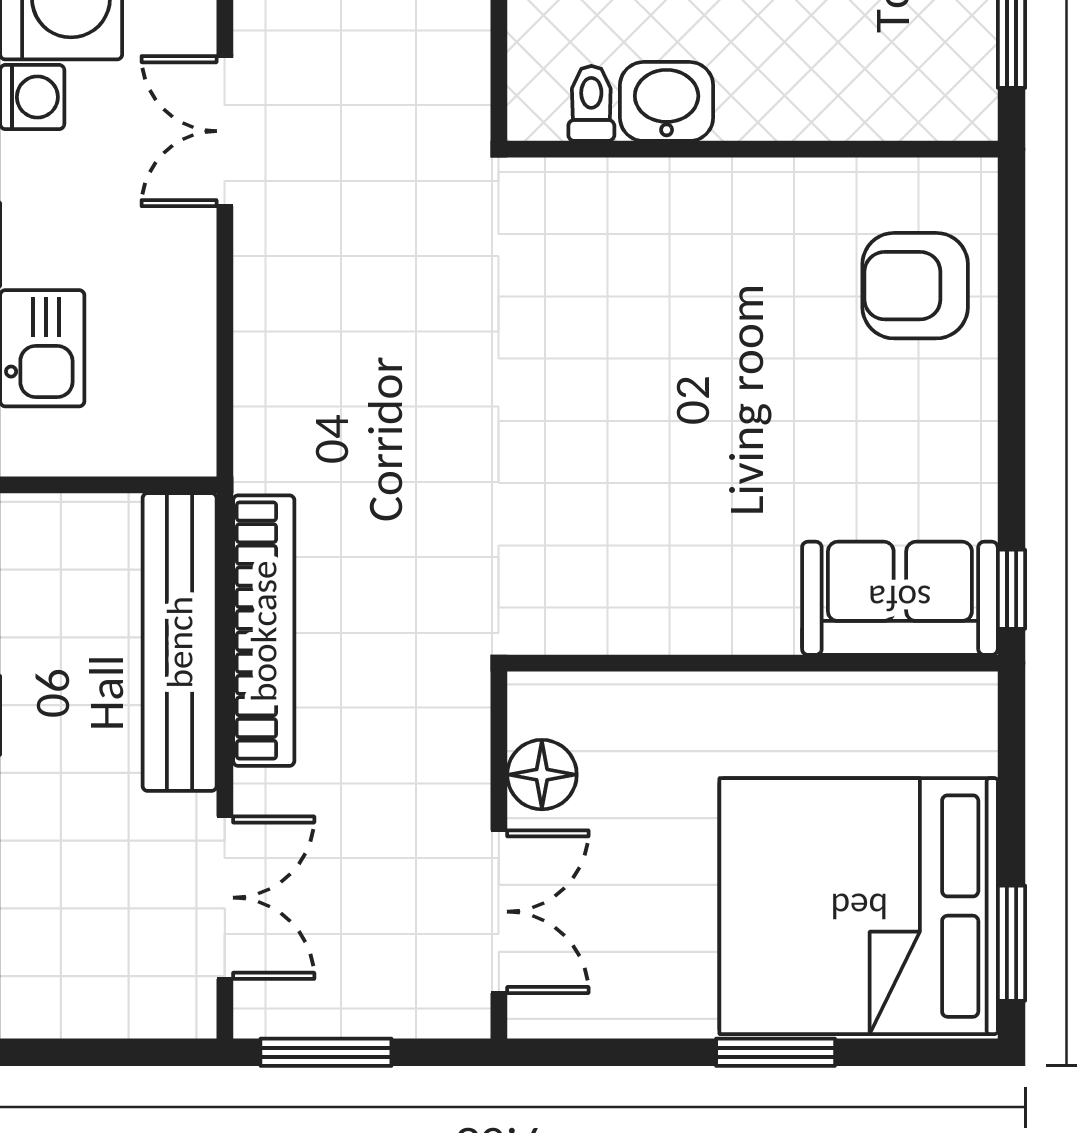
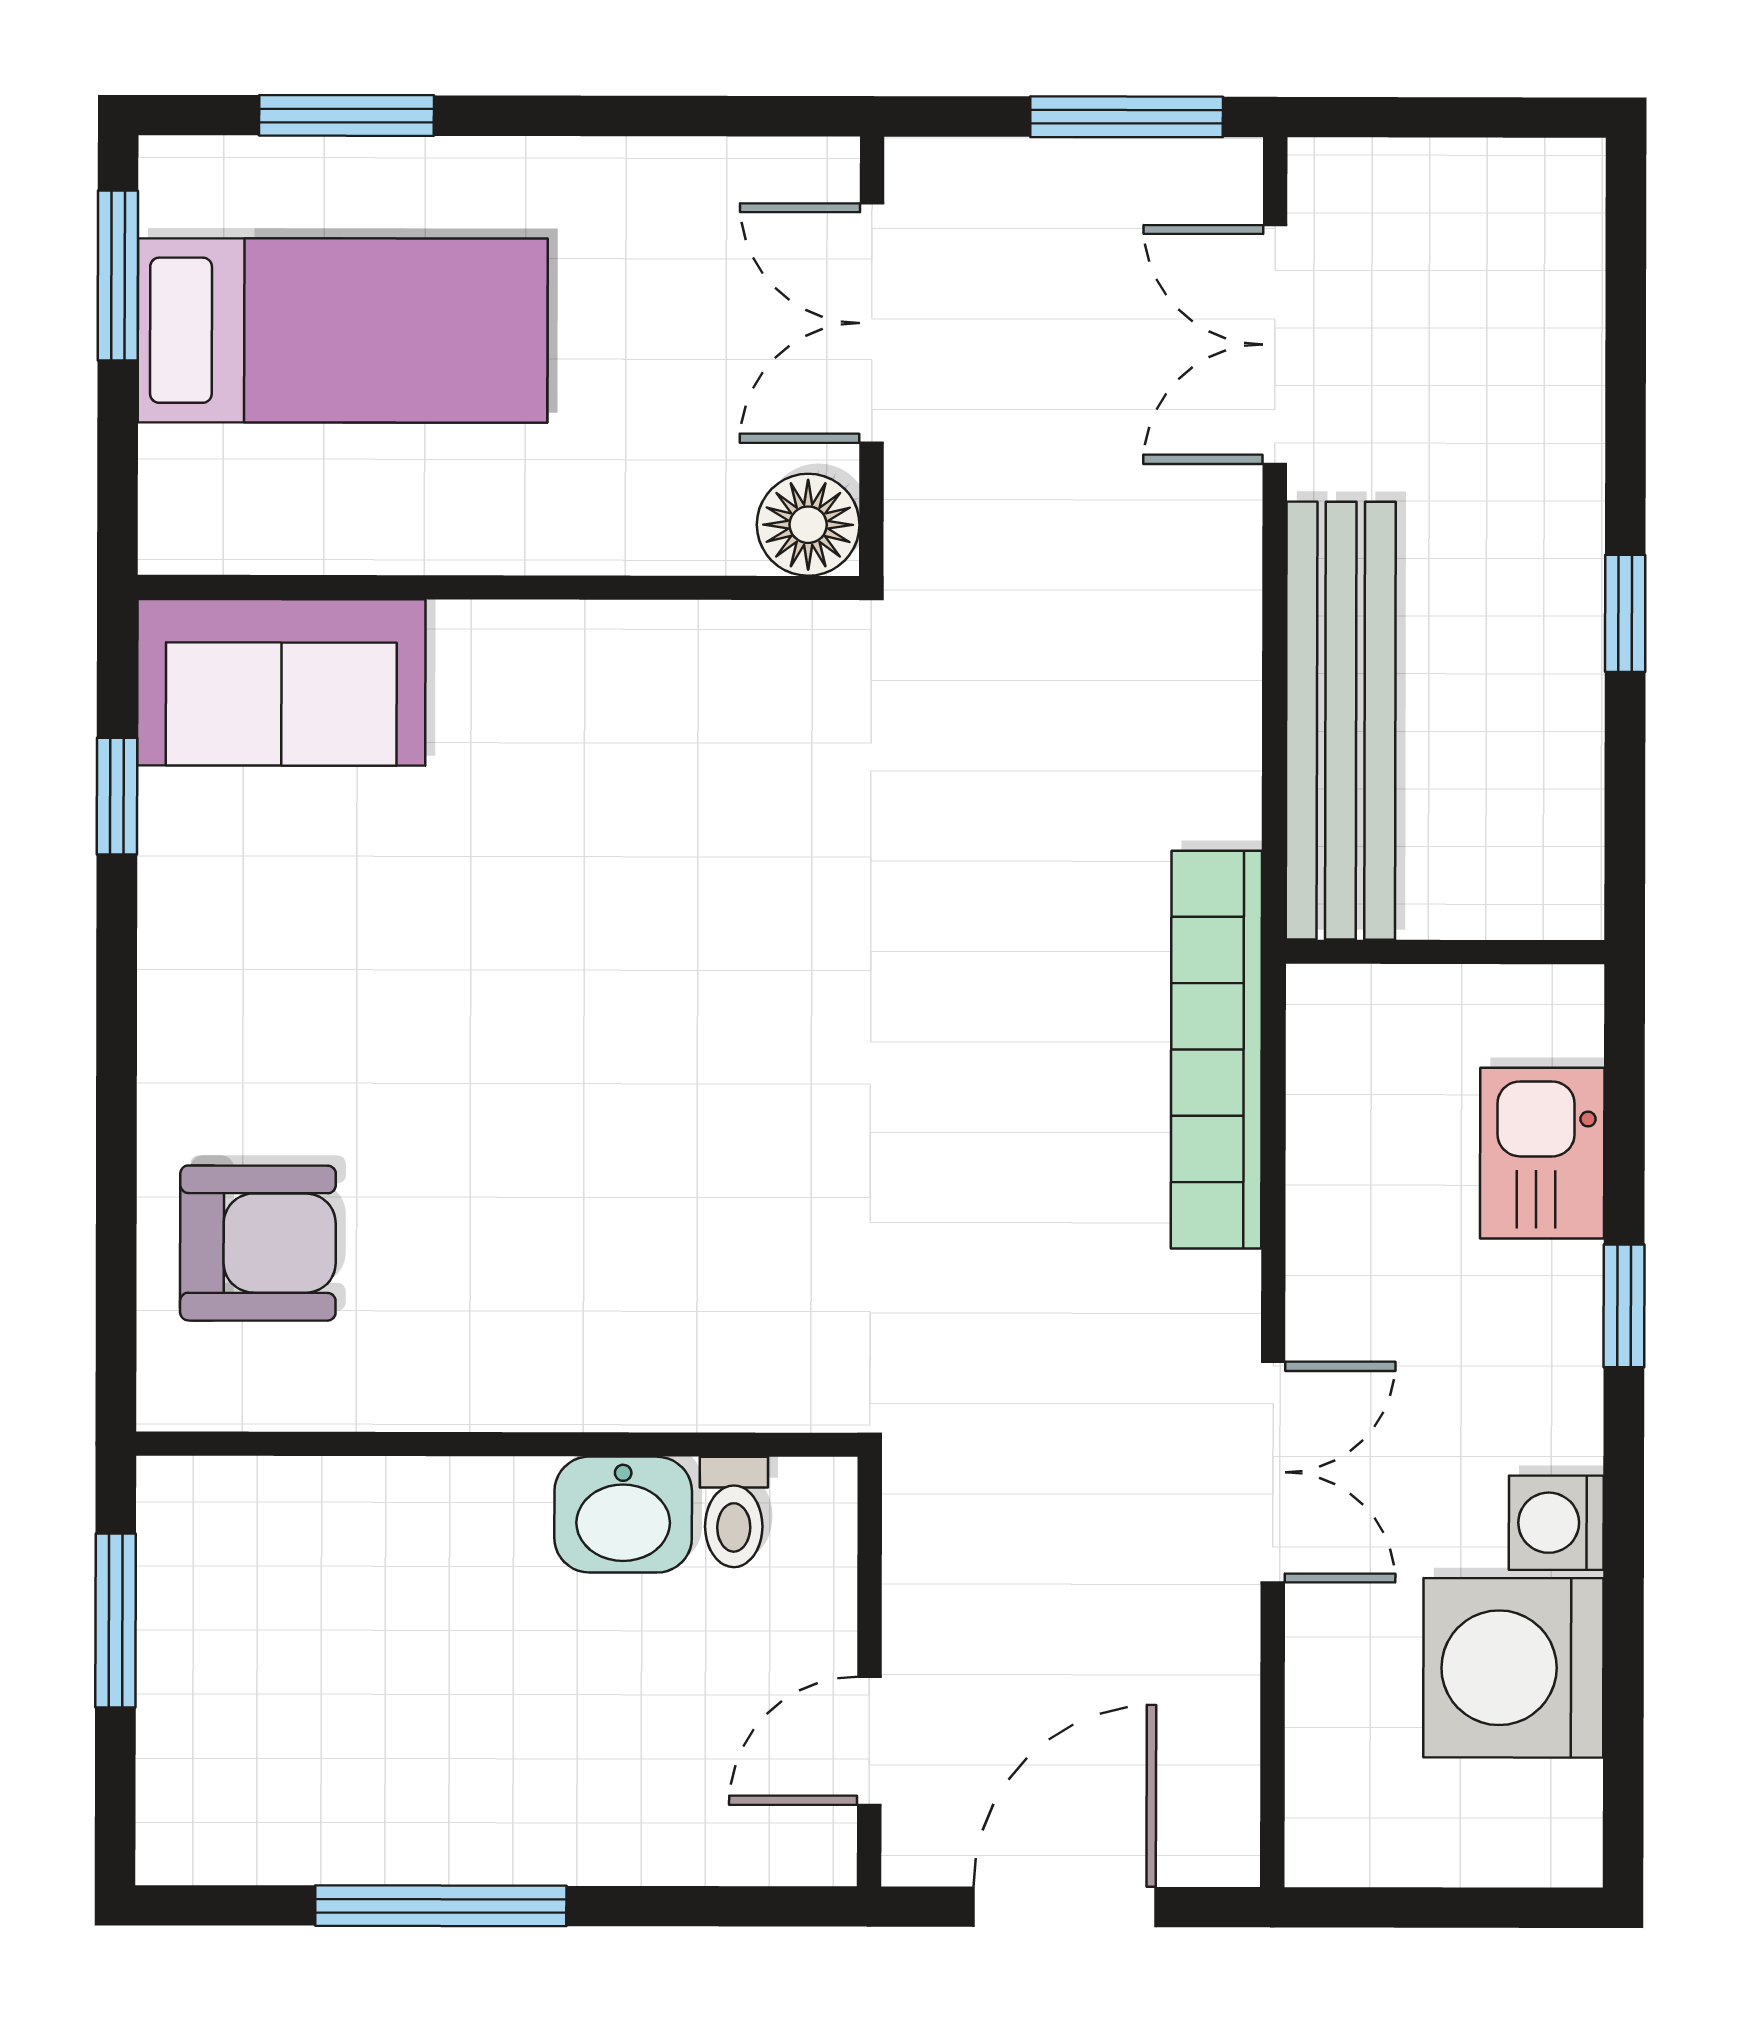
sofa: (900, 598) -> (281, 682), moved
bookcase: (264, 631) -> (1216, 1050), moved
wall: (752, 663) -> (498, 587), moved
bed: (859, 906) -> (343, 330), width x0.49
window: (776, 1052) -> (346, 115), moved

